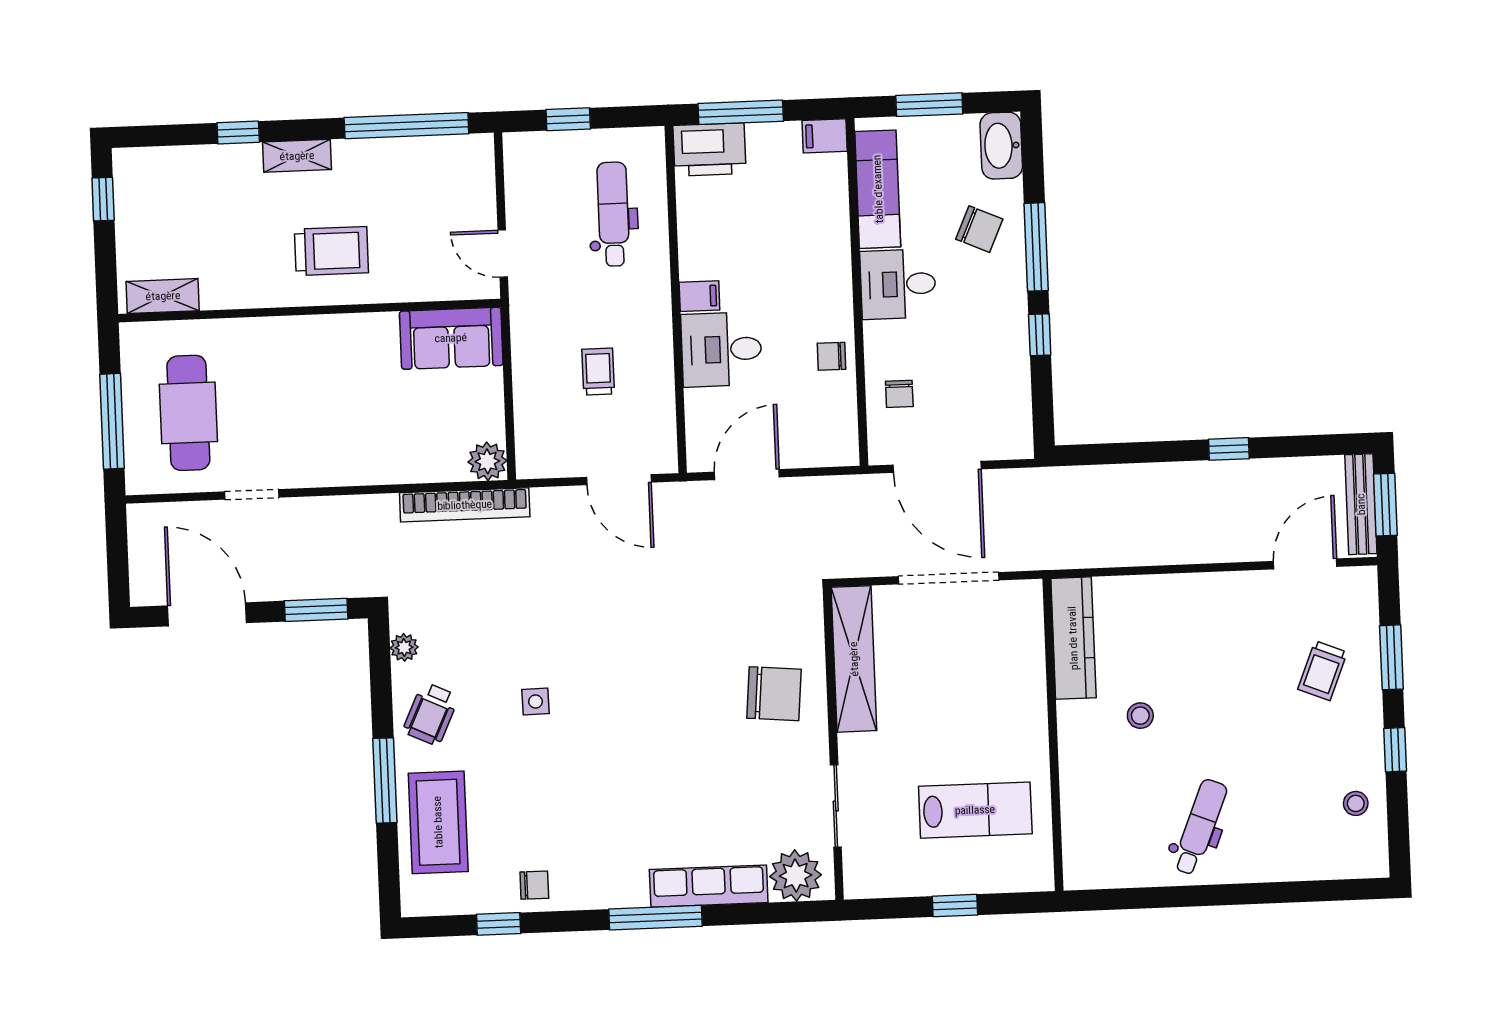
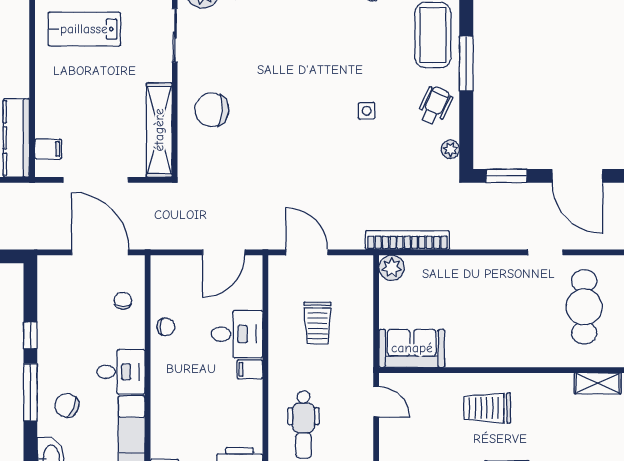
trolley: (598, 371) -> (317, 323), width x1.36, depth x1.39
filing cabinet: (1024, 623) -> (48, 149), added

